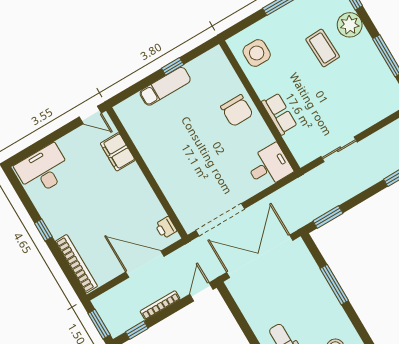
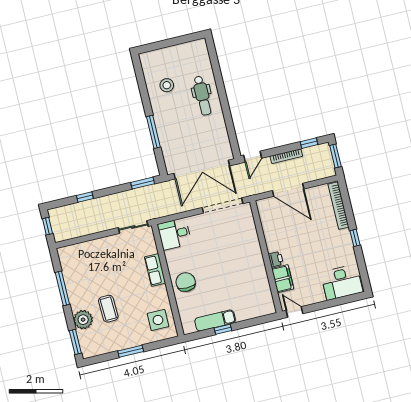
exam couch: (165, 86) -> (215, 320), moved
sliding door: (339, 149) -> (133, 227), moved
printer: (166, 228) -> (276, 259), moved

